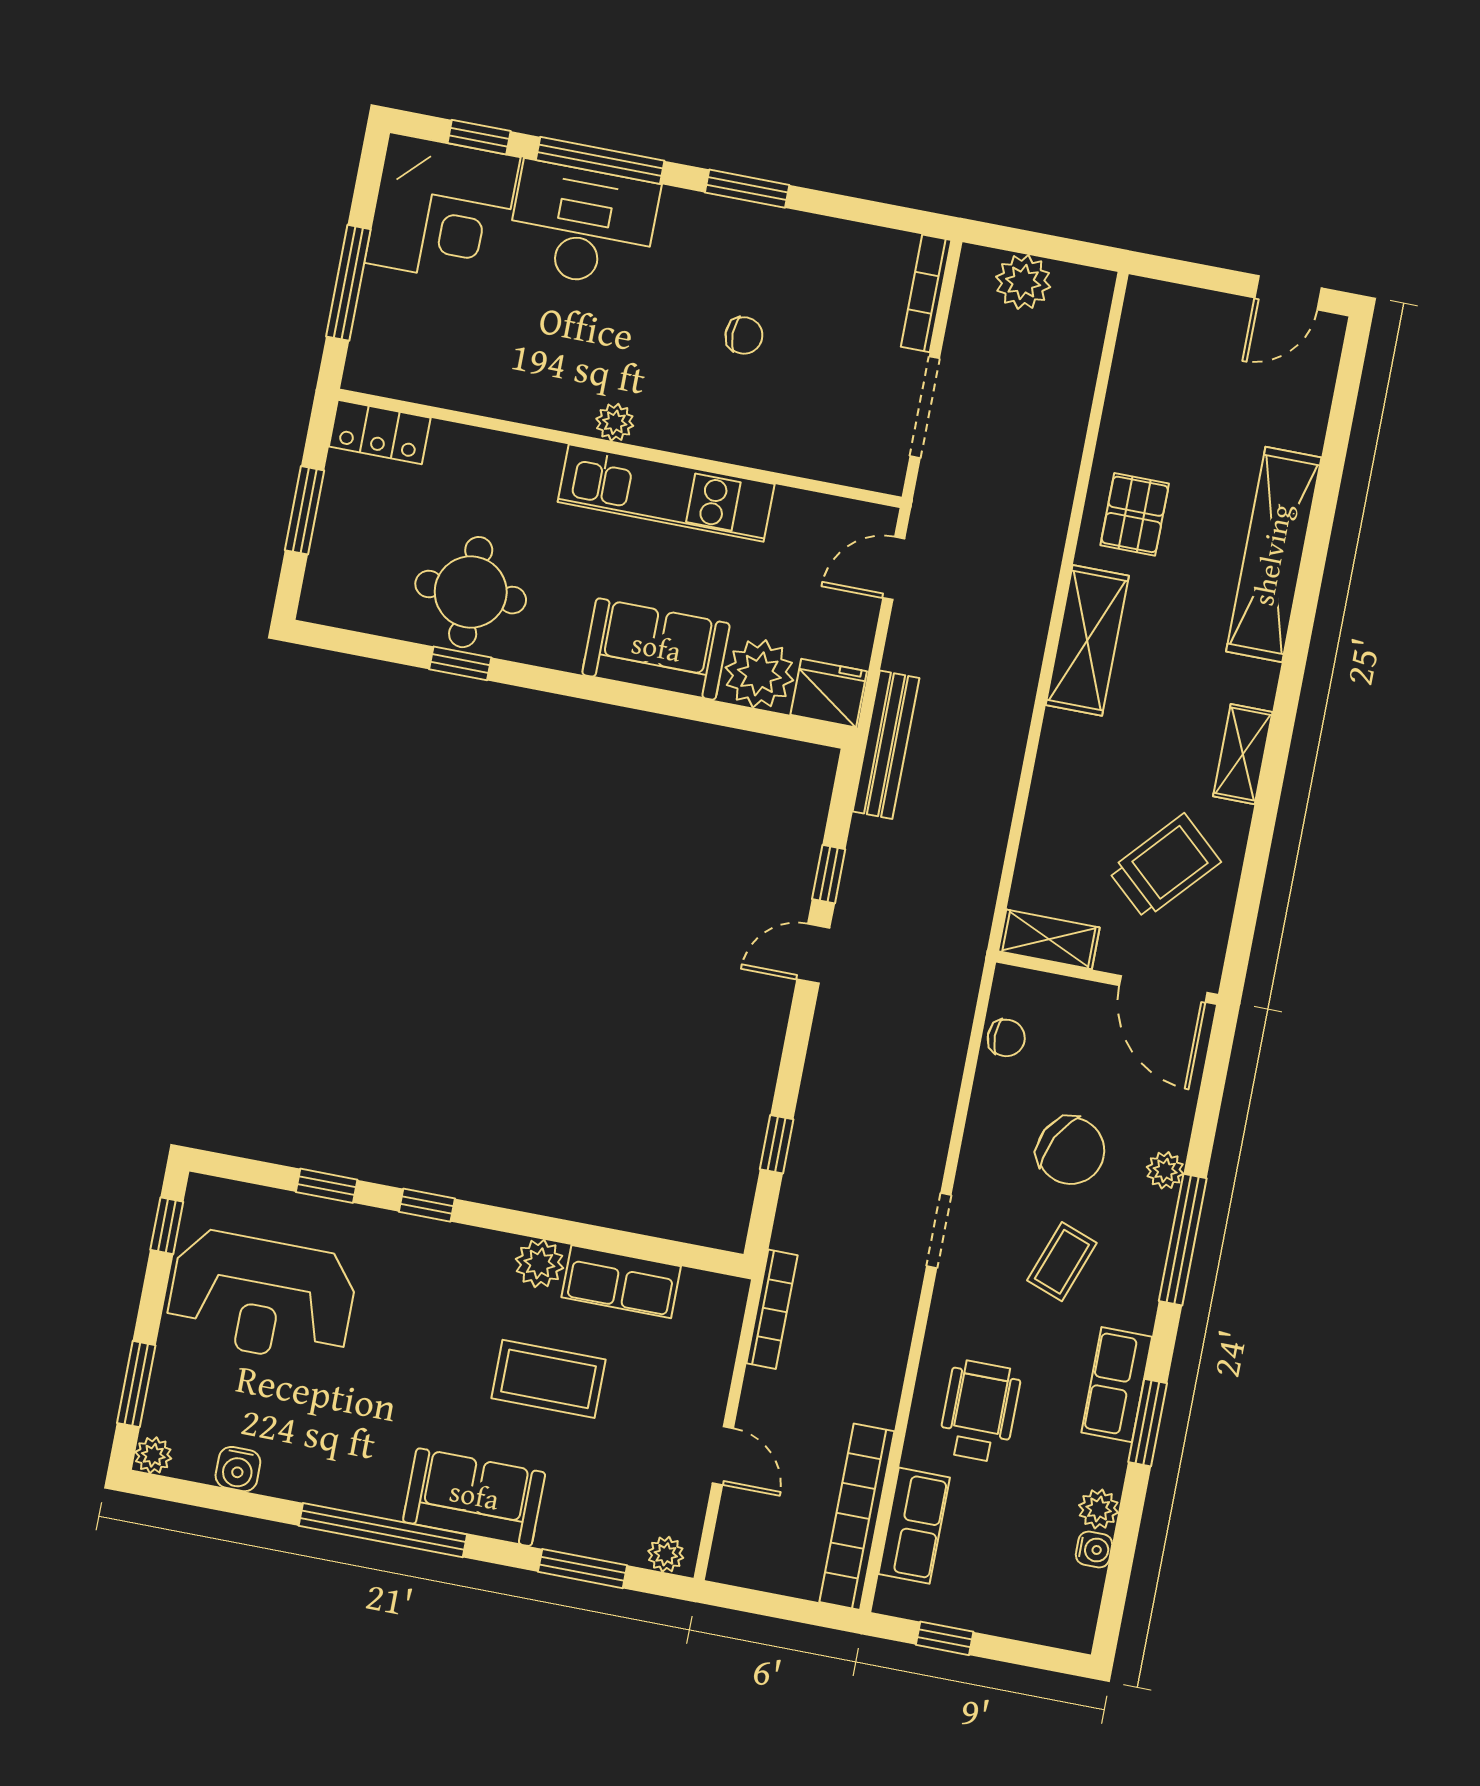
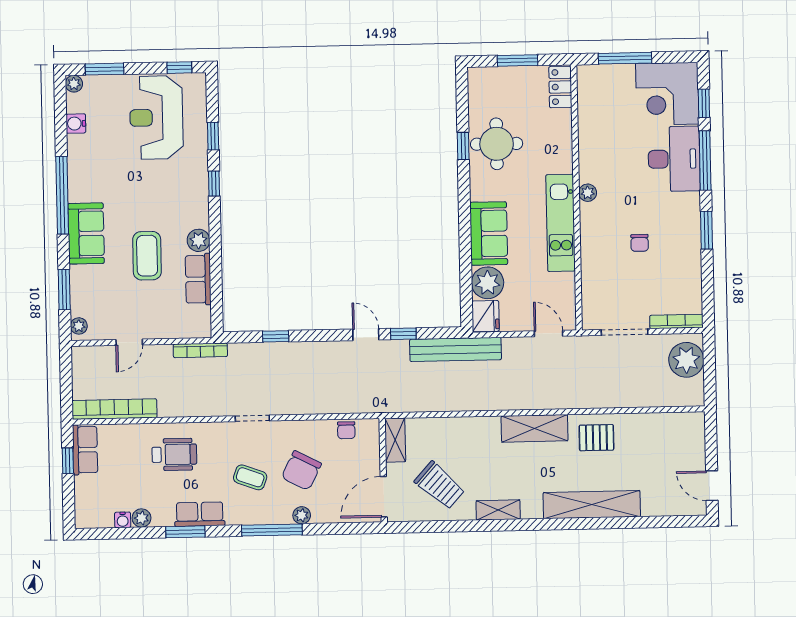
plant: (1023, 282) -> (686, 360), width x1.36, depth x1.36
bench: (886, 745) -> (455, 349), width x1.37, depth x1.21
row of seats: (914, 1526) -> (85, 450), moved, turned -90

